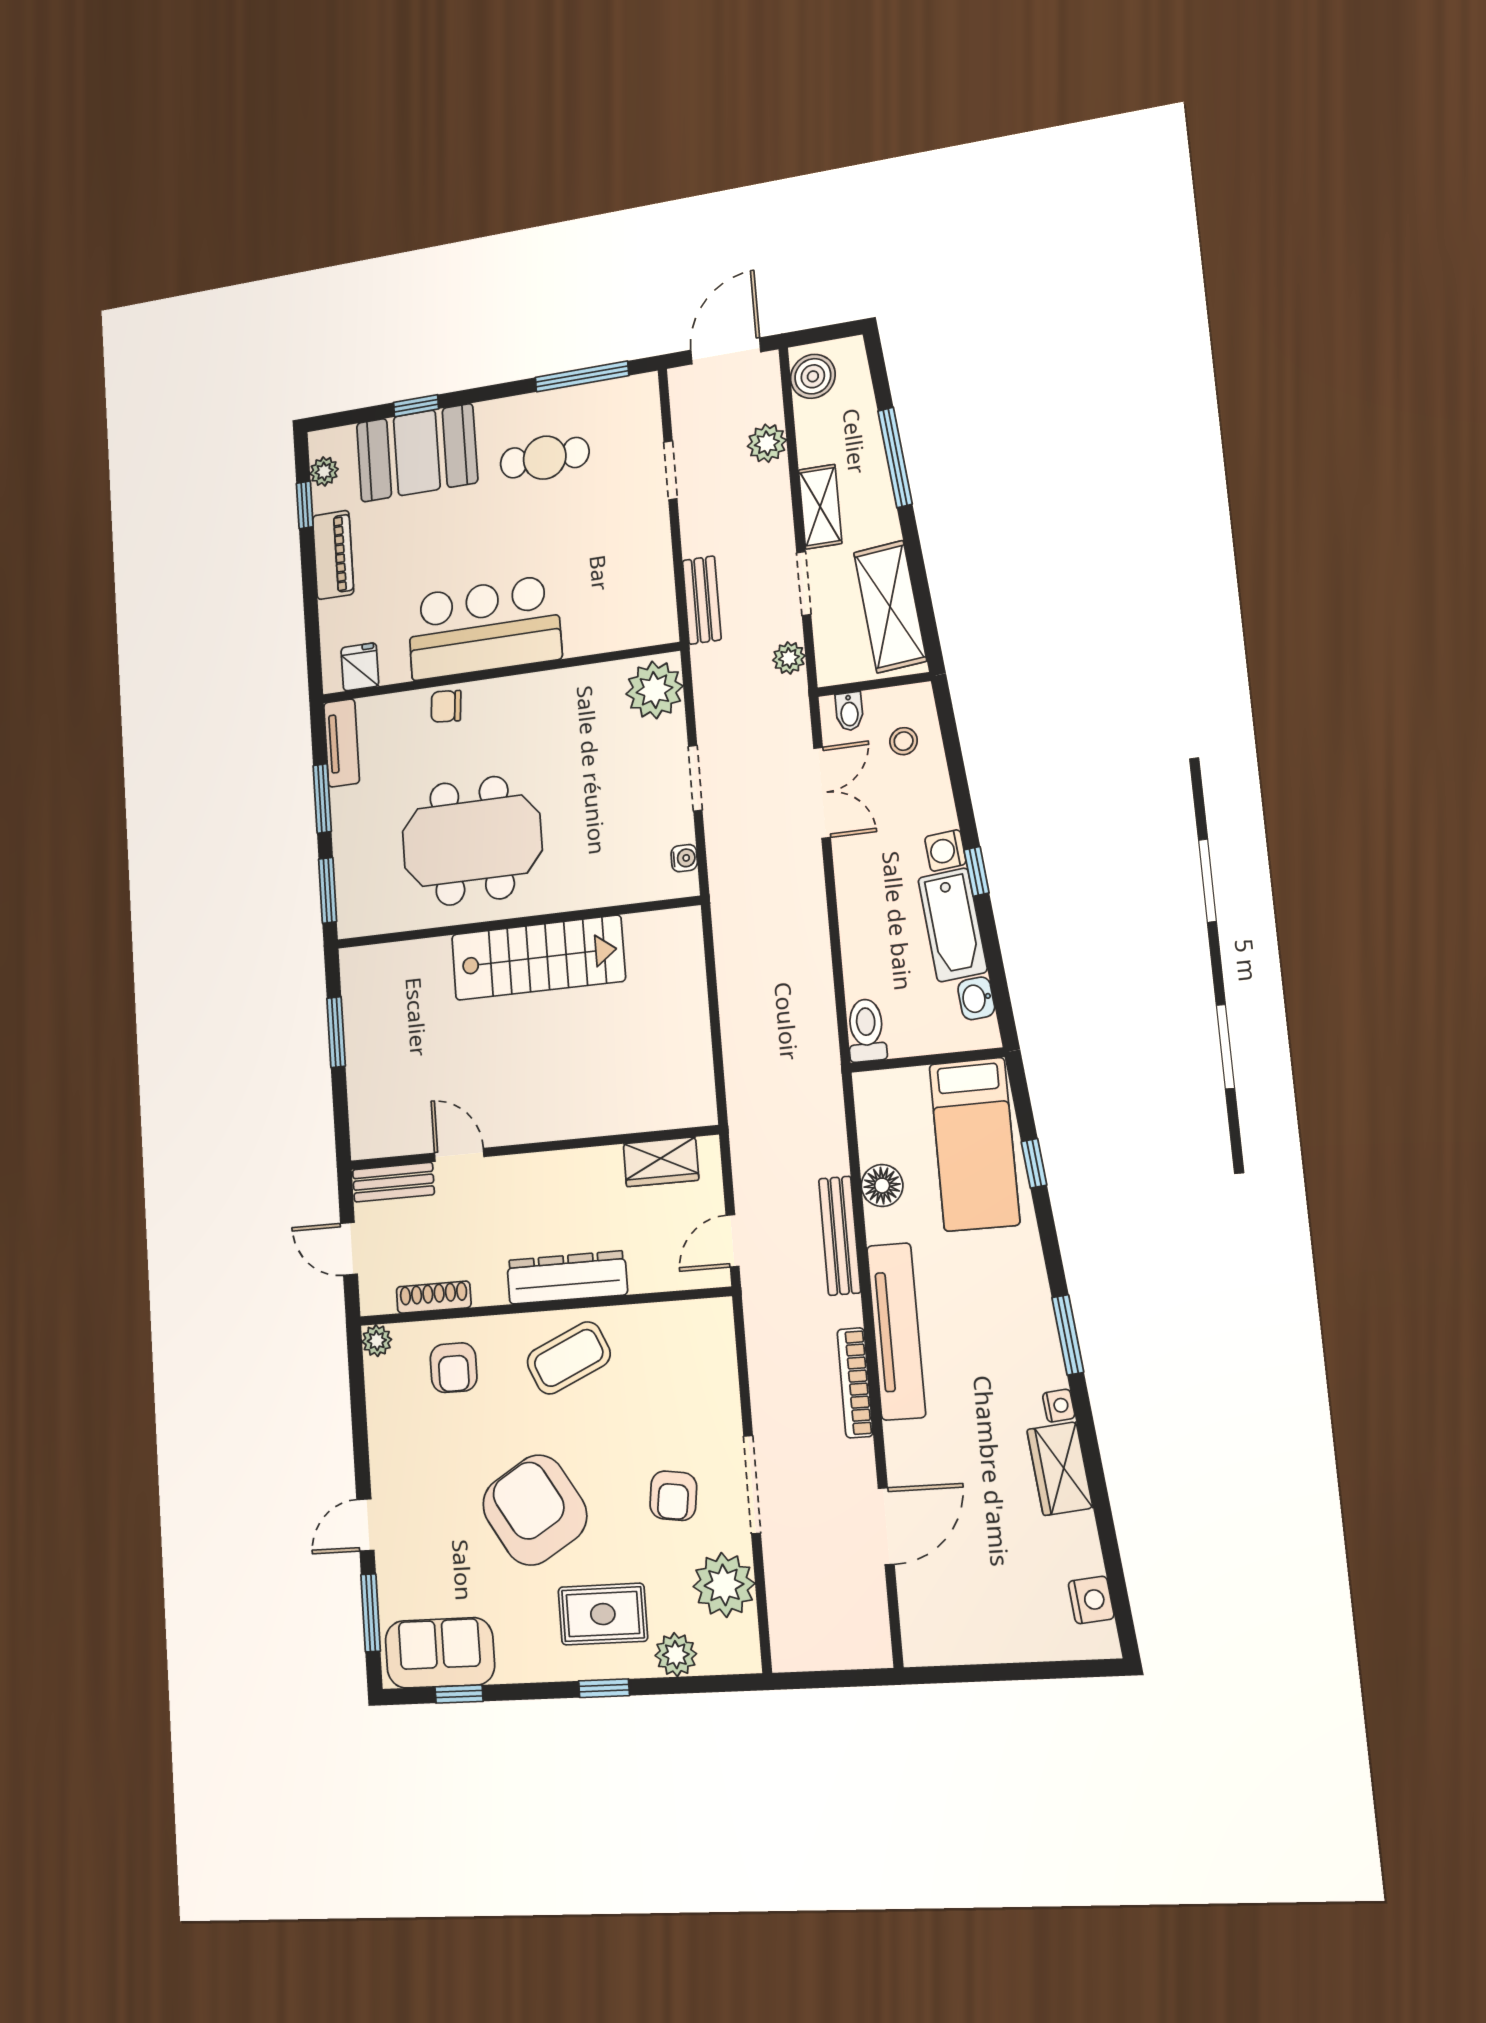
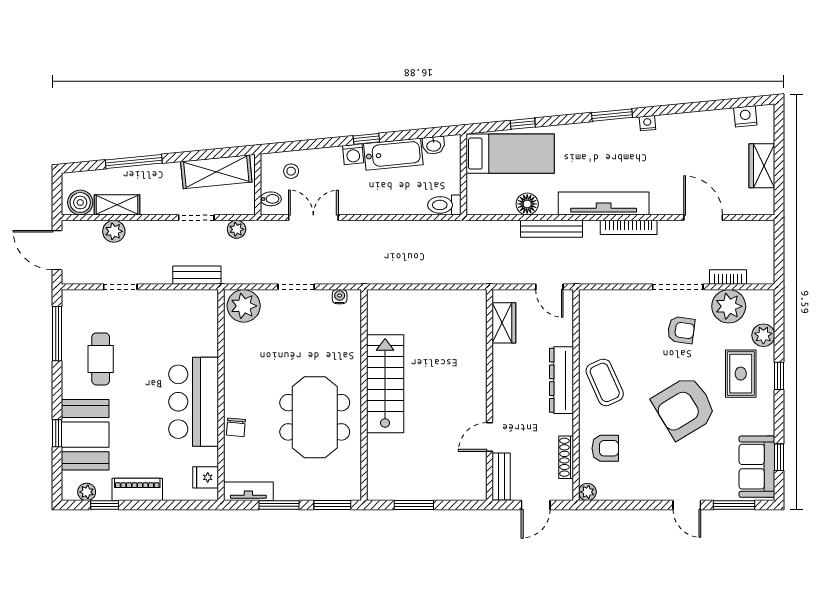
shelving: (820, 507) -> (117, 205), moved
wardrobe: (1060, 1469) -> (762, 166), moved, turned 96
bookcase: (778, 1581) -> (728, 277), added

